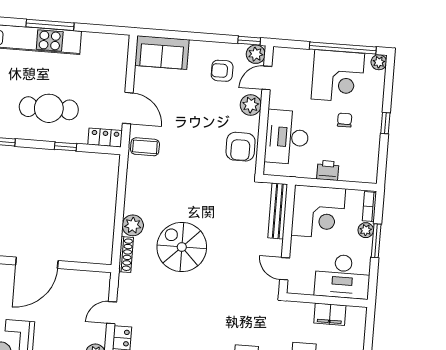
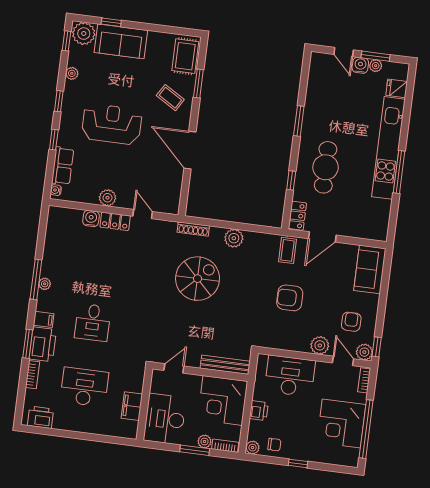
bookcase: (288, 53) -> (364, 380), added
plant: (379, 62) -> (252, 448), moved
chair: (345, 120) -> (274, 445), moved
armchair: (241, 147) -> (290, 298), moved
plant: (133, 225) -> (234, 238), moved

